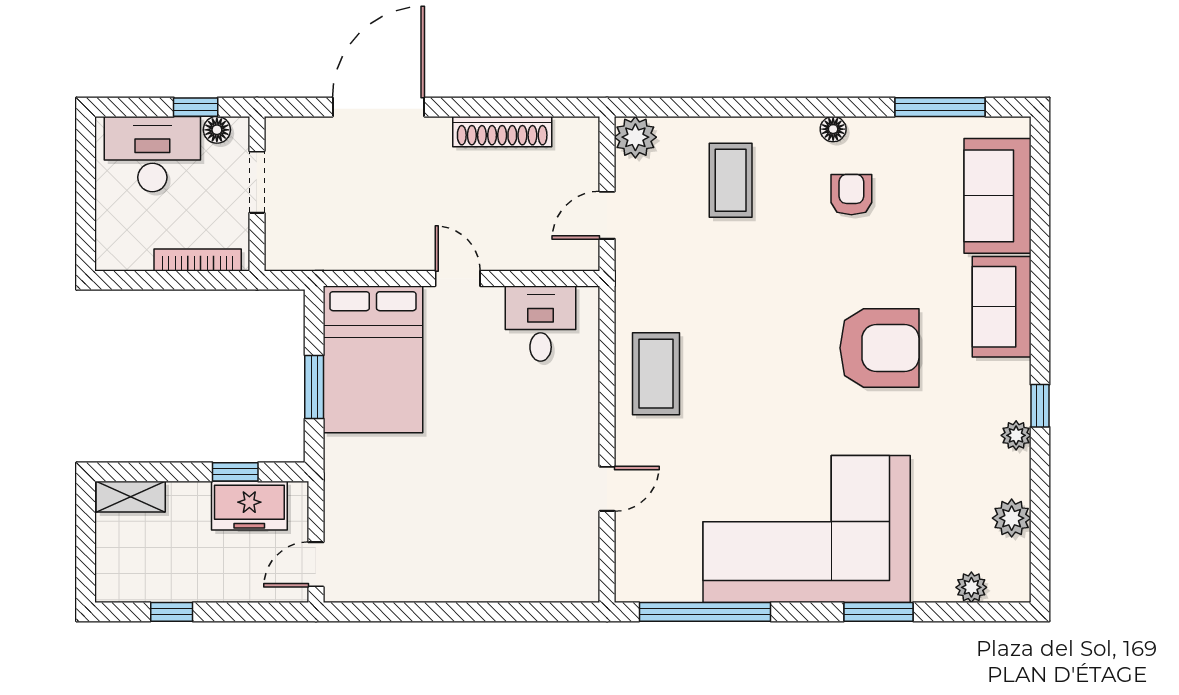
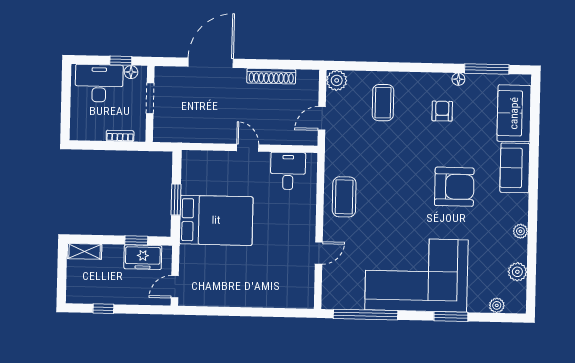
floor lamp: (833, 129) -> (458, 79), moved
bookcase: (198, 260) -> (120, 136), width x0.64
bed: (373, 359) -> (216, 220), moved, turned -90
window: (1040, 406) -> (533, 217), removed

